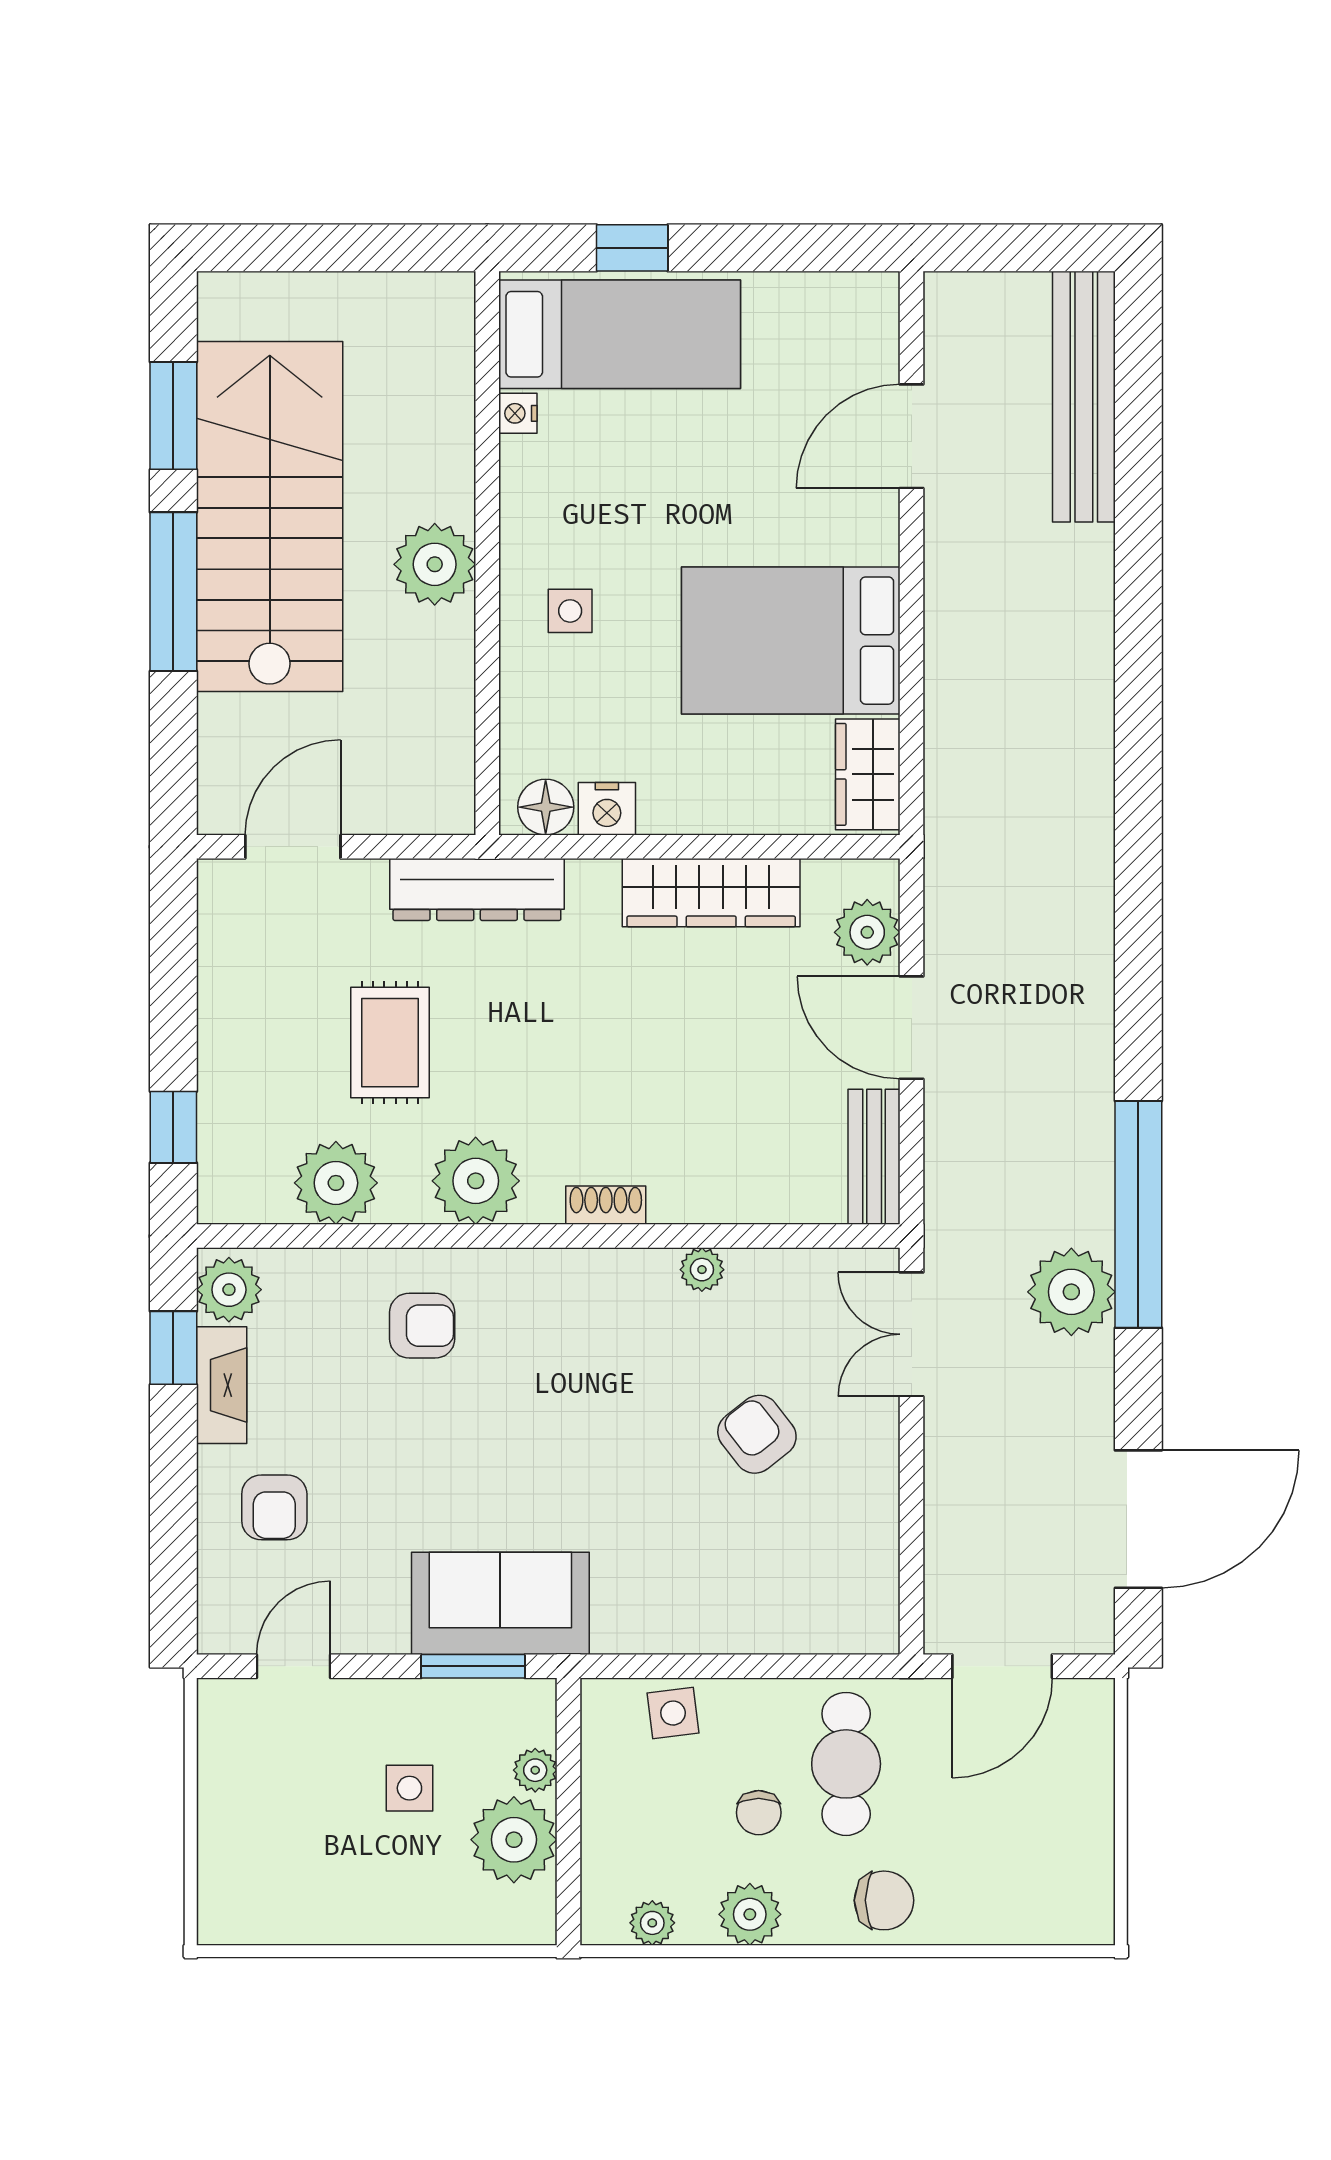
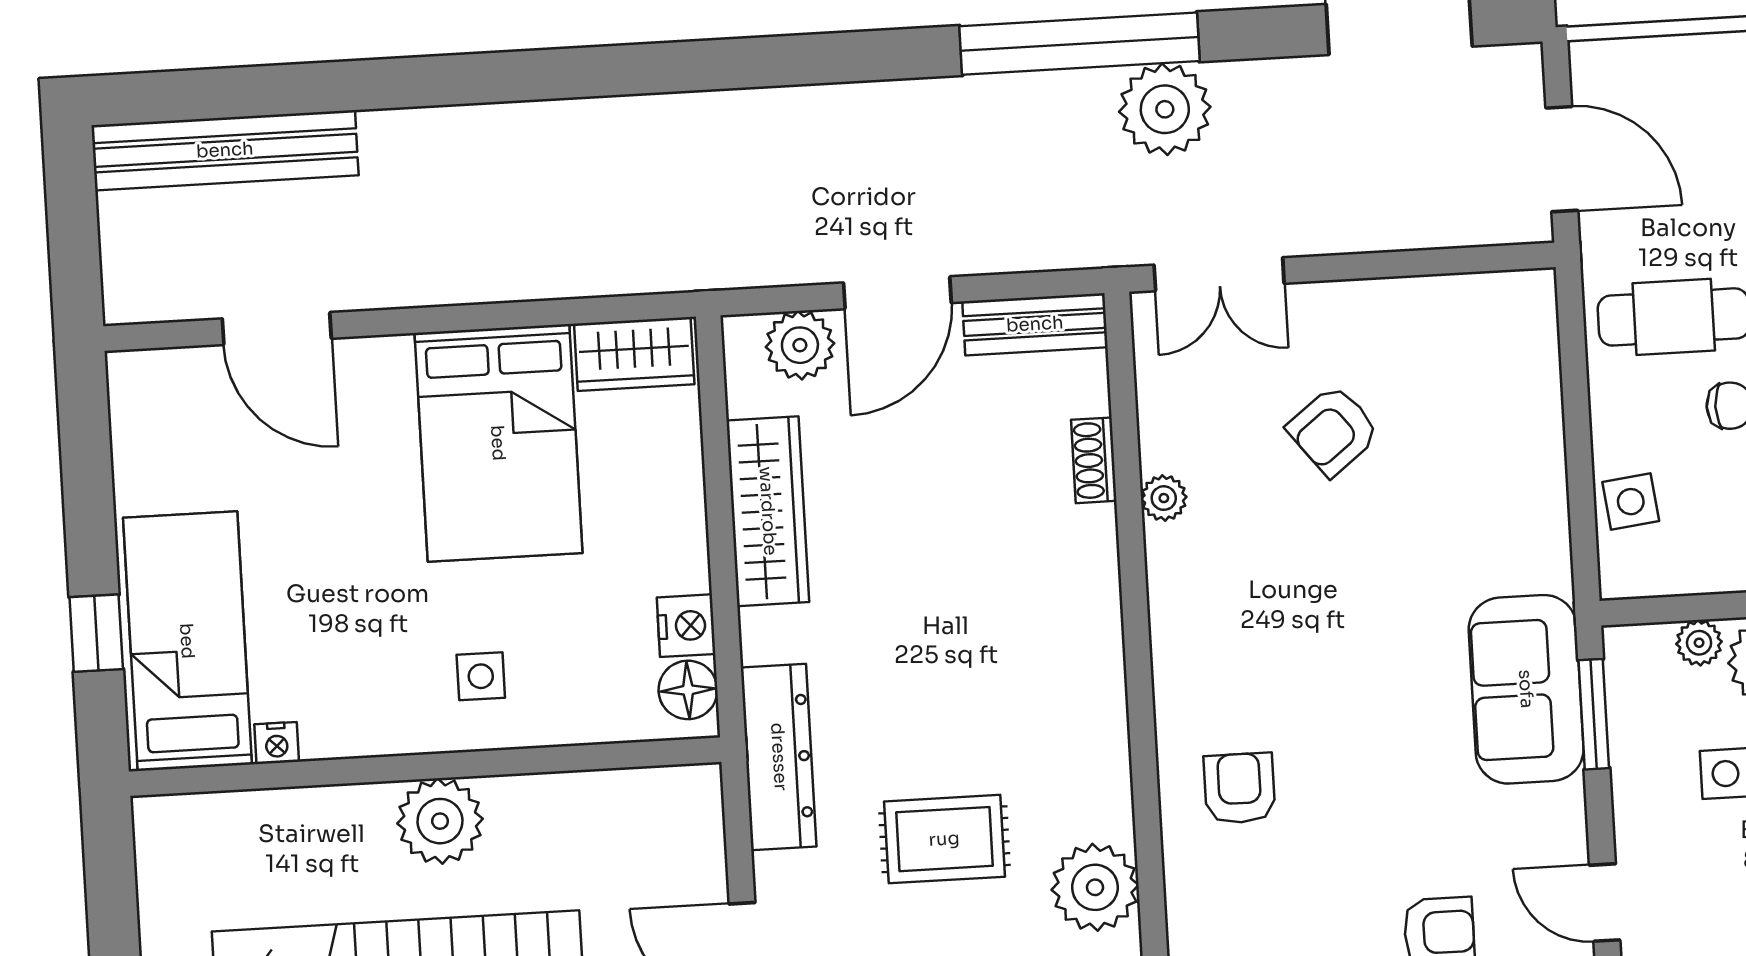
plant: (476, 1181) -> (1084, 741), removed
shoe rack: (606, 1205) -> (1094, 460), moved

